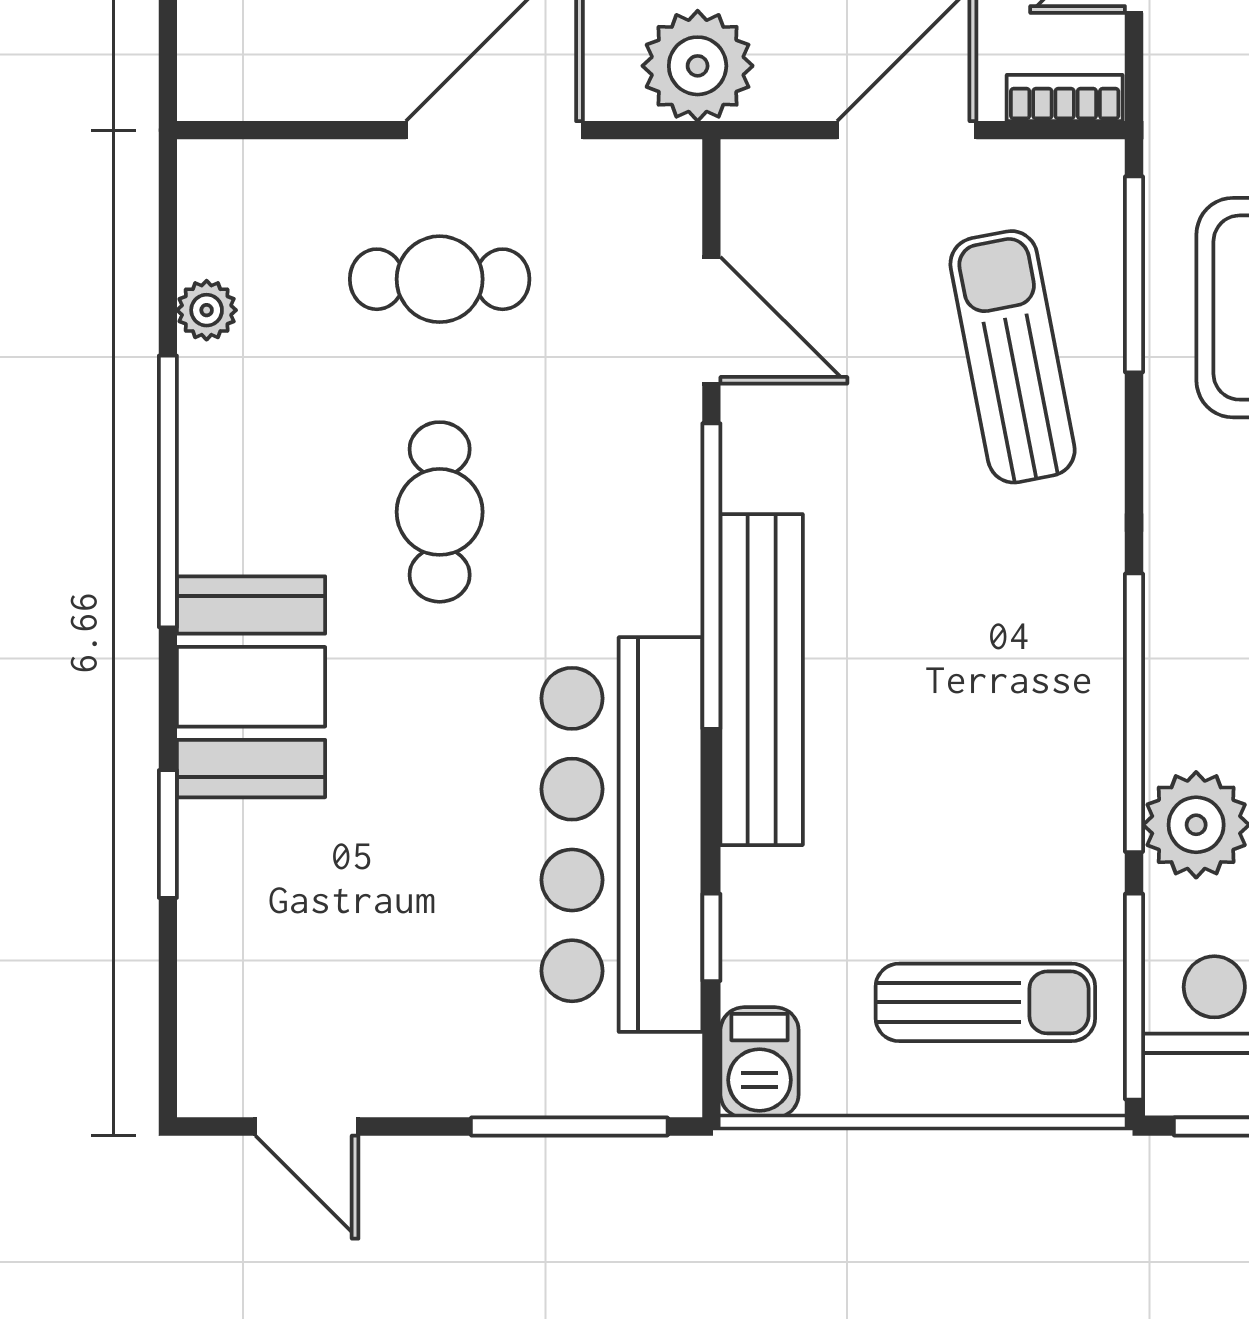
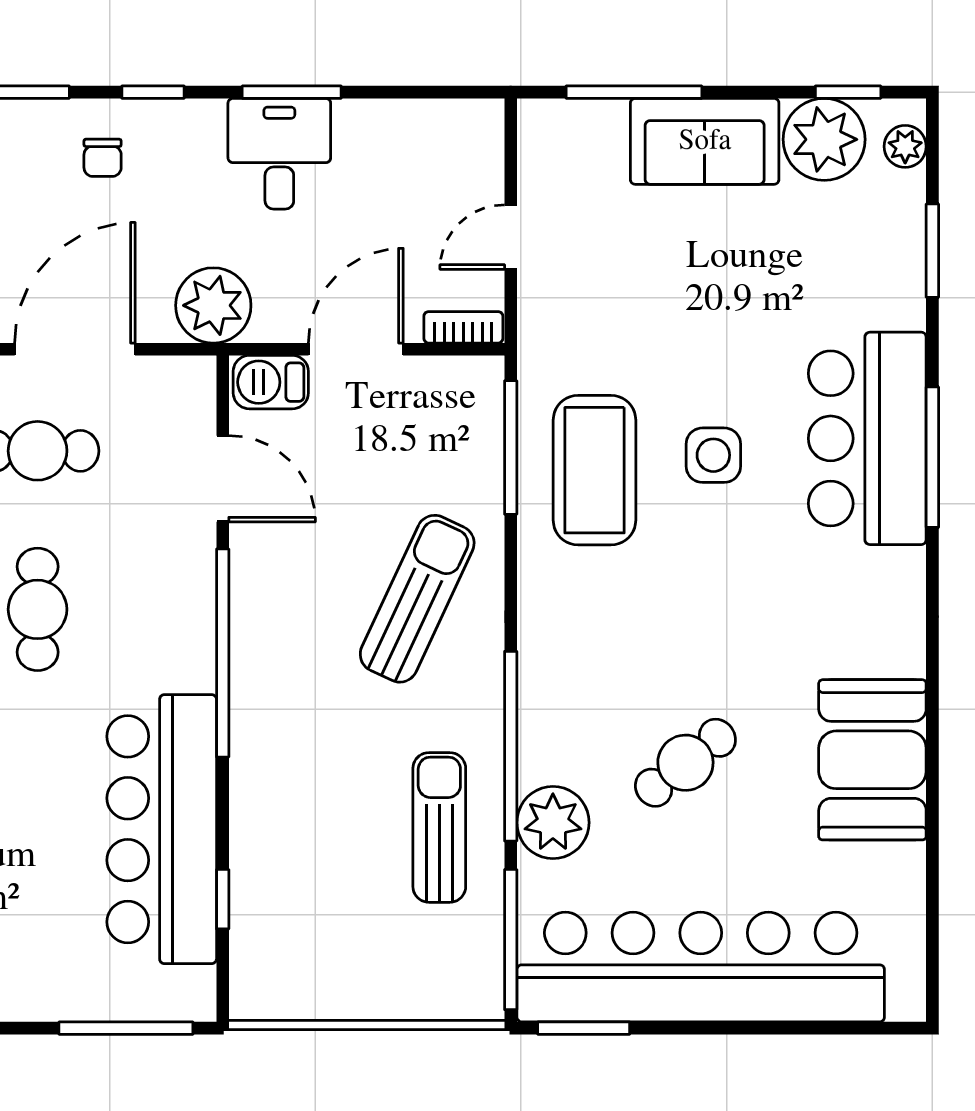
sun lounger: (1013, 357) -> (417, 599), moved, turned 36
bench: (762, 680) -> (257, 724), removed
sun lounger: (985, 1002) -> (439, 827), moved, turned -90
barbecue: (760, 1062) -> (271, 382), moved, turned 90

